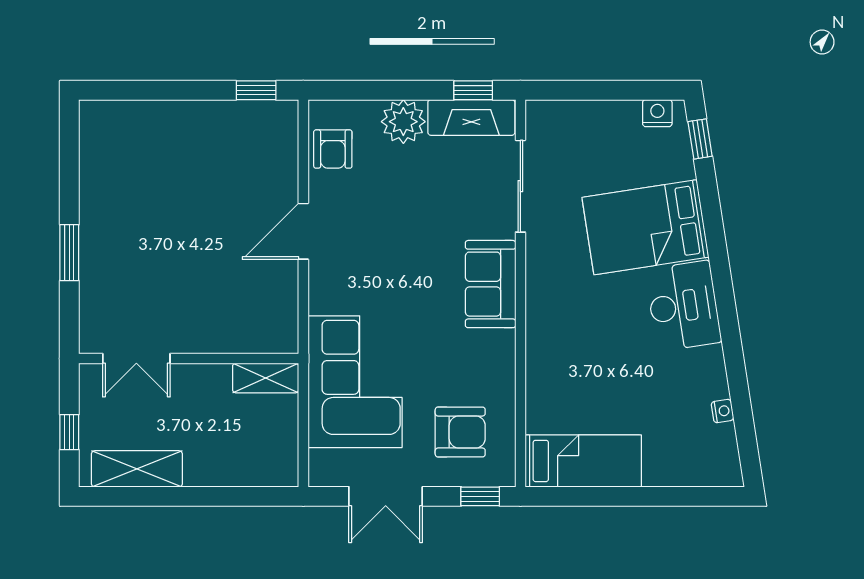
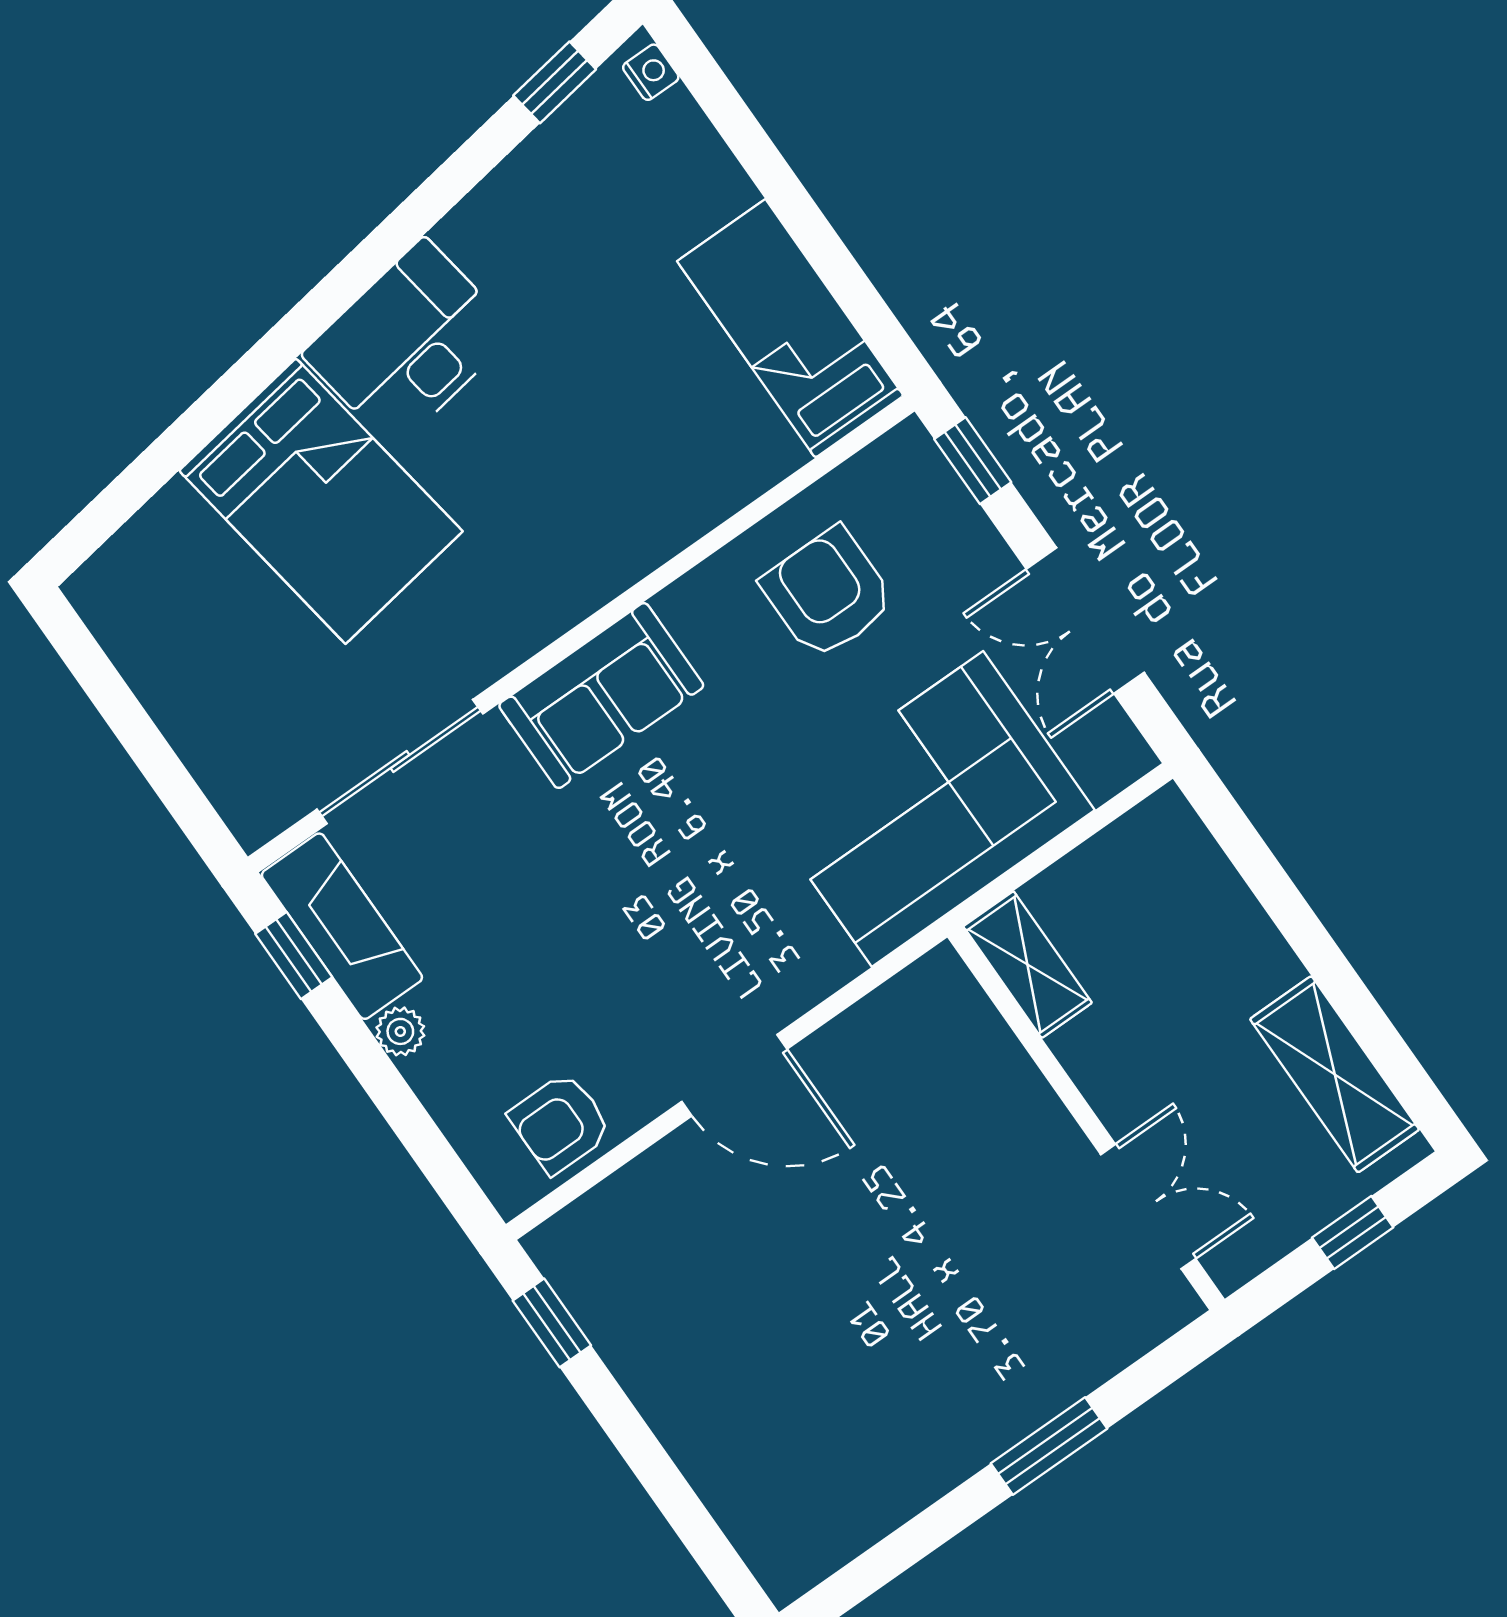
nightstand: (657, 113) -> (113, 617), removed
plant: (403, 122) -> (400, 1031), width x0.53, depth x0.53
window: (700, 139) -> (555, 82), moved
armchair: (333, 149) -> (560, 1123), turned 180
nightstand: (722, 411) -> (651, 72), moved, turned 99
armchair: (460, 432) -> (828, 593), moved
double door: (386, 496) -> (1085, 621), swing flipped

